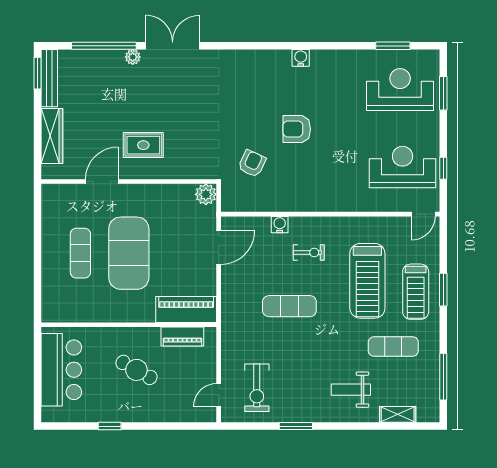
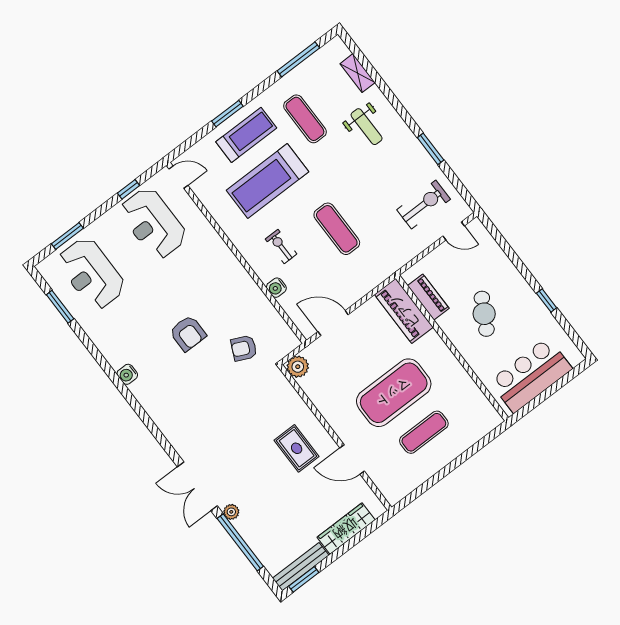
treadmill: (367, 281) -> (267, 181), turned 180

